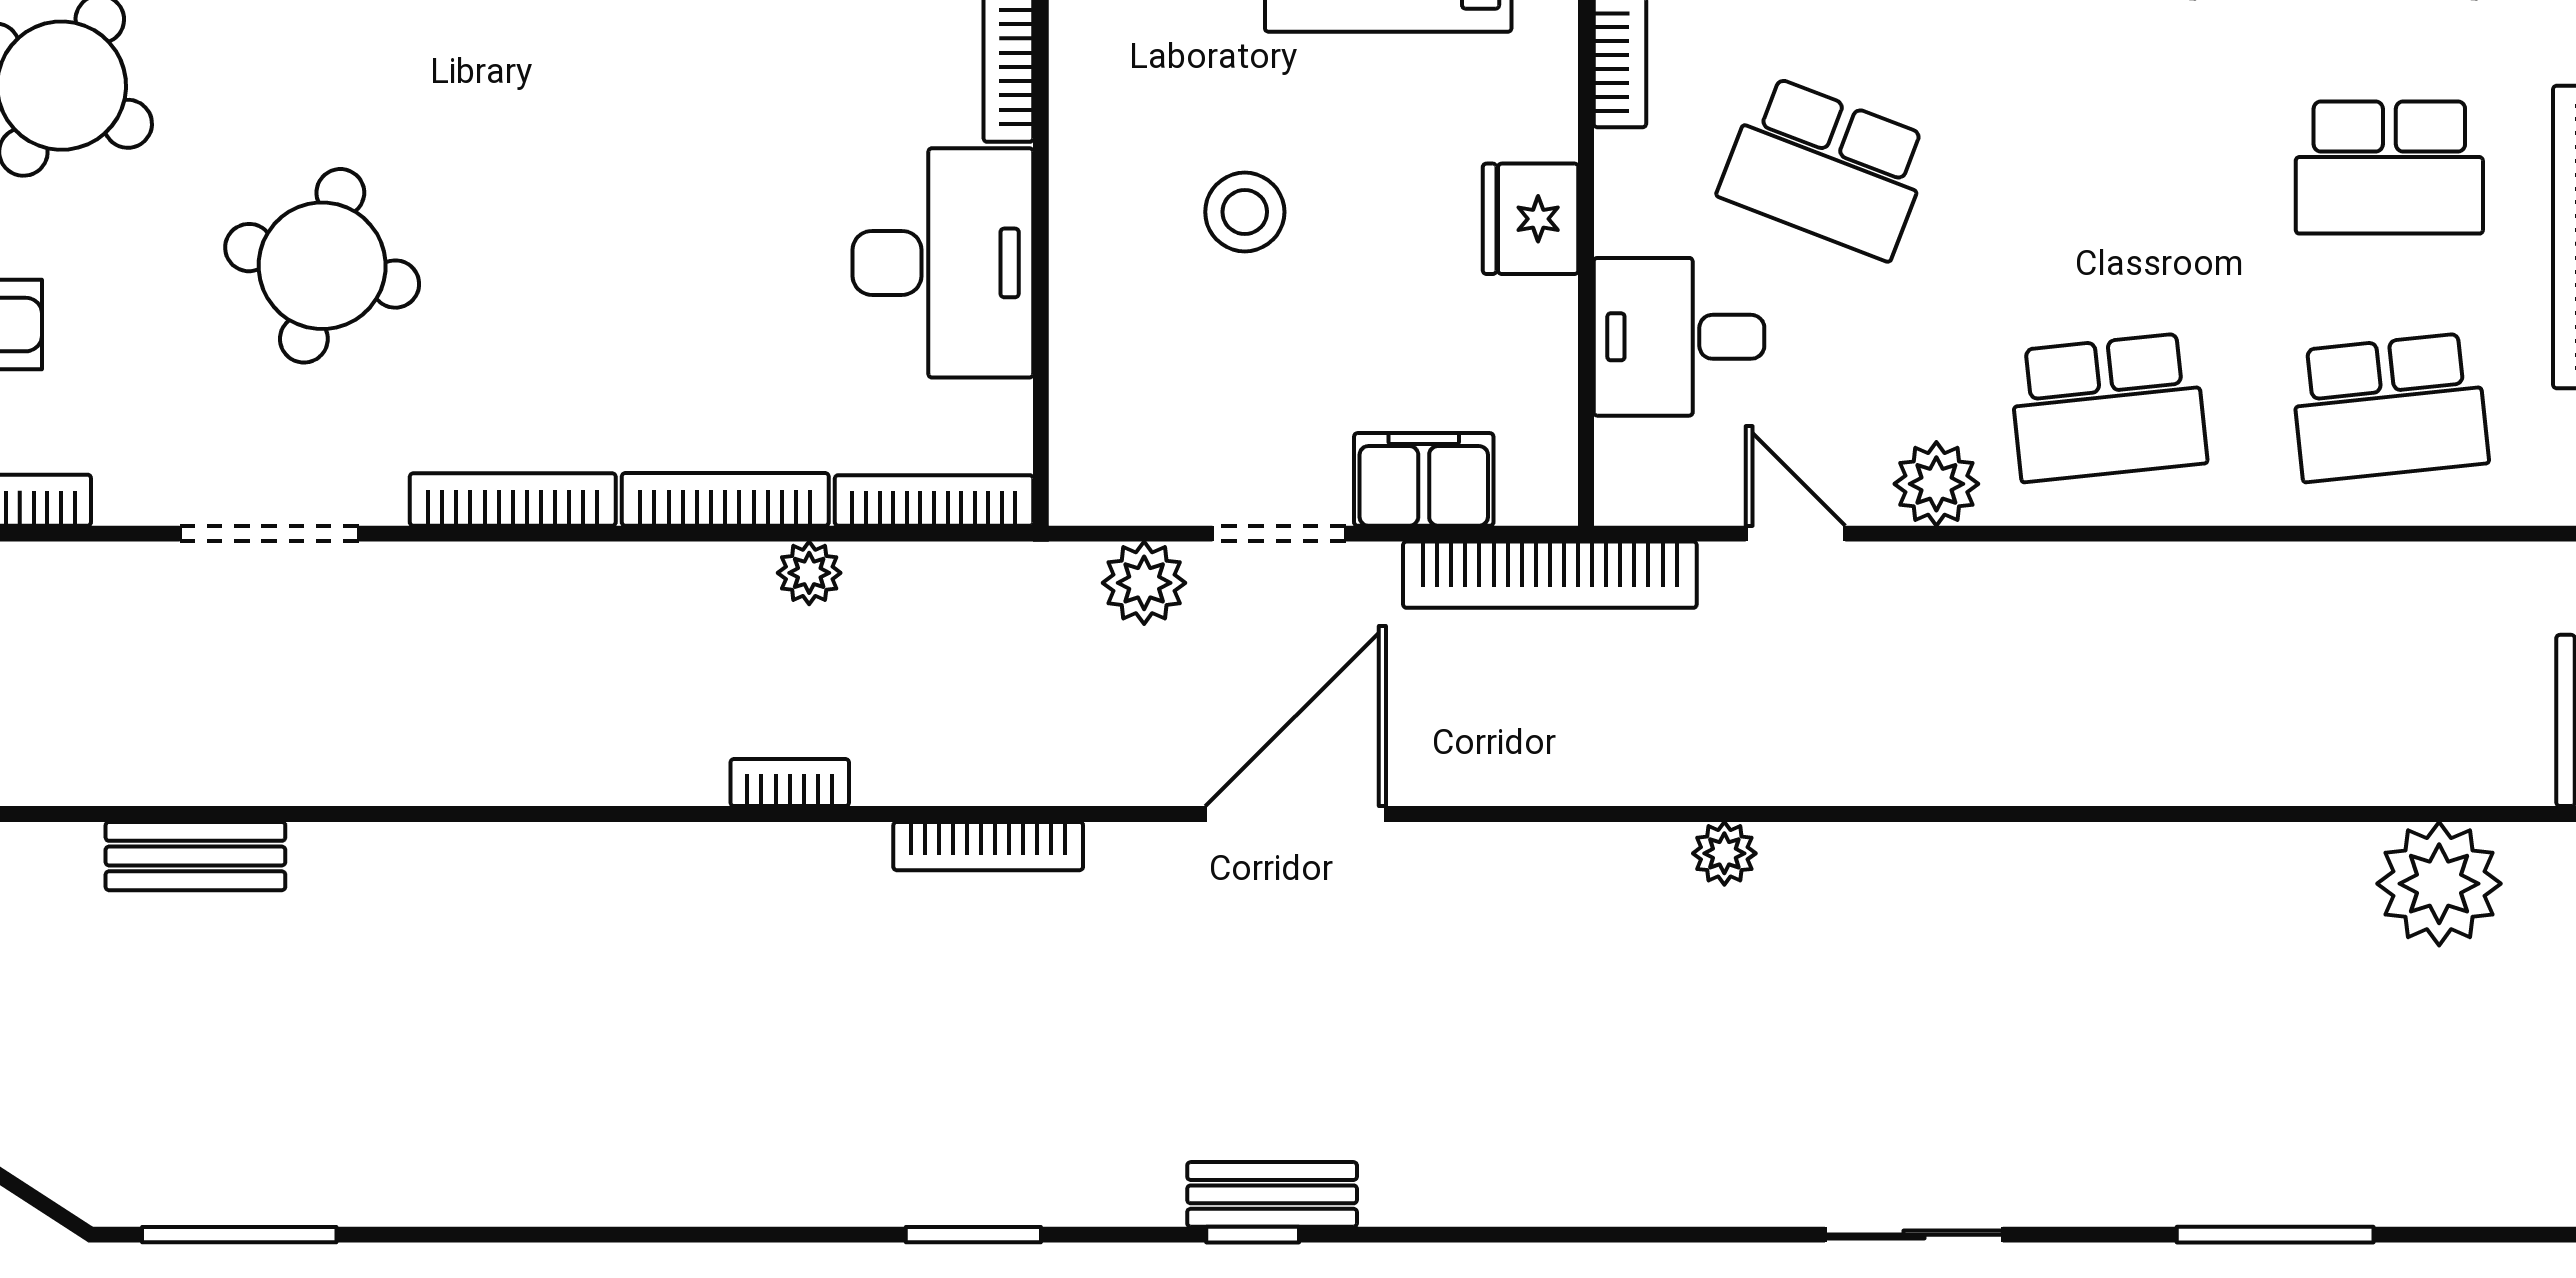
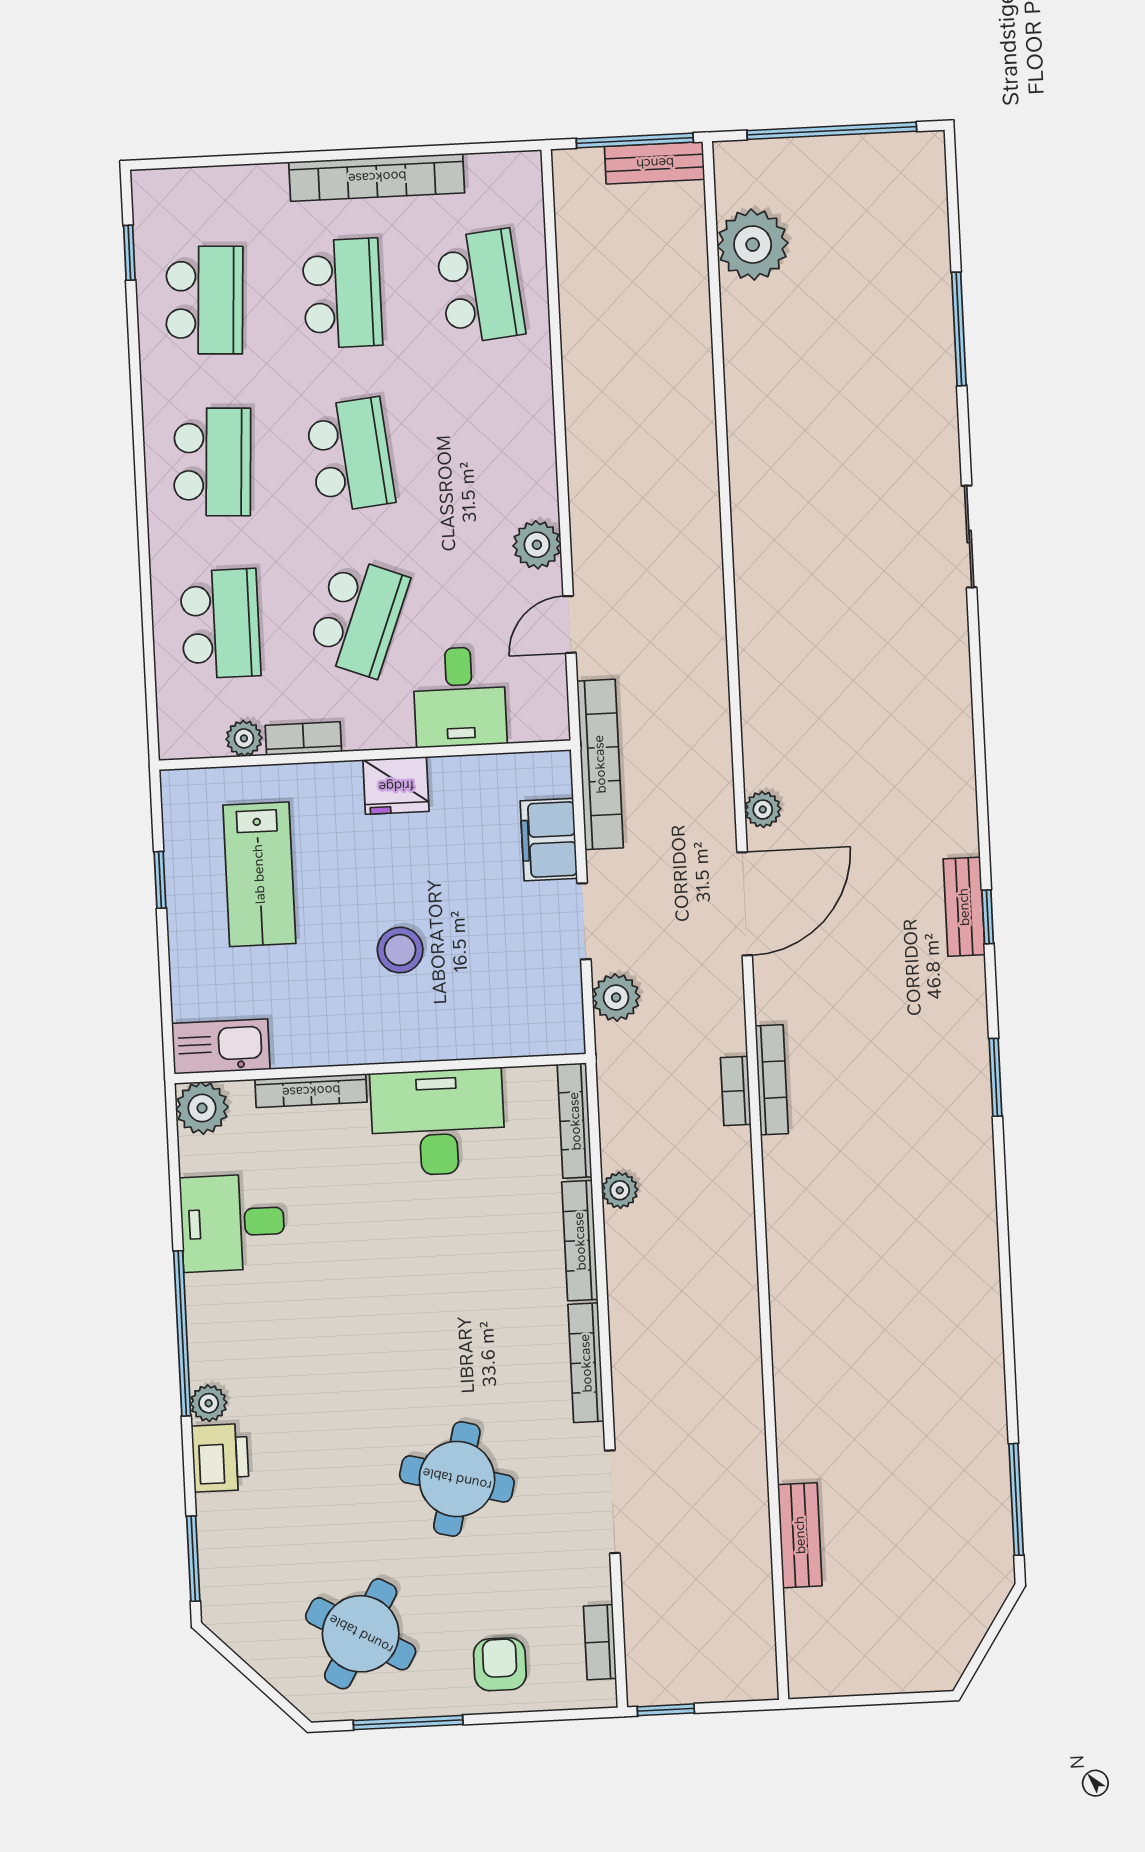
school desk: (2108, 407) -> (350, 455), moved
bookcase: (790, 783) -> (736, 1091), moved
door: (1296, 814) -> (745, 904), swing flipped
plant: (1724, 853) -> (763, 809), moved

